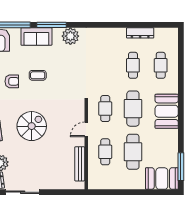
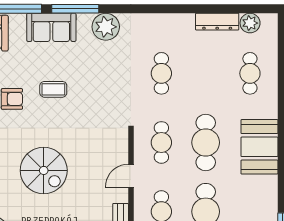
plant: (161, 34) -> (250, 23), added
cafe table: (133, 65) -> (161, 73), moved
spiral stairs: (32, 126) -> (44, 170), turned 90

